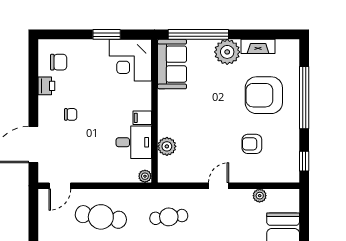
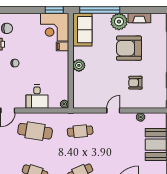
window: (107, 34) -> (54, 10), moved
armchair: (264, 95) -> (129, 48), moved
filing cabinet: (142, 118) -> (62, 46), moved
desk: (134, 142) -> (37, 97), moved, turned 90
plant: (167, 146) -> (79, 65), moved

